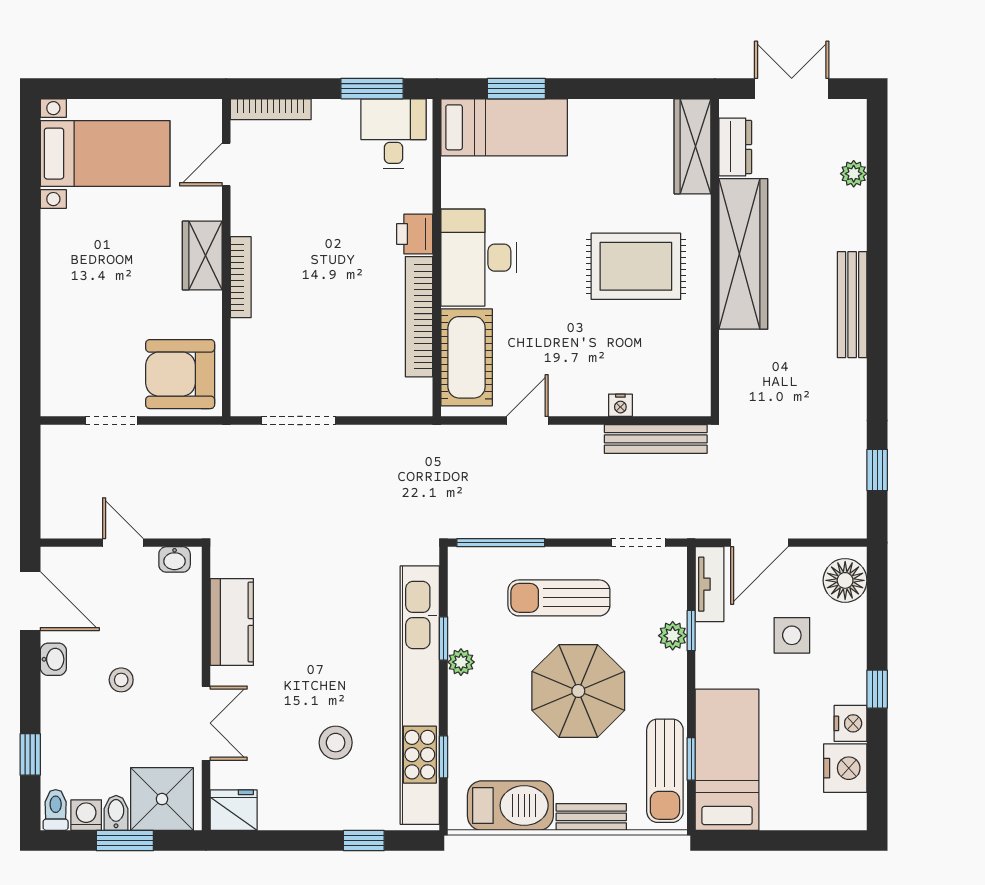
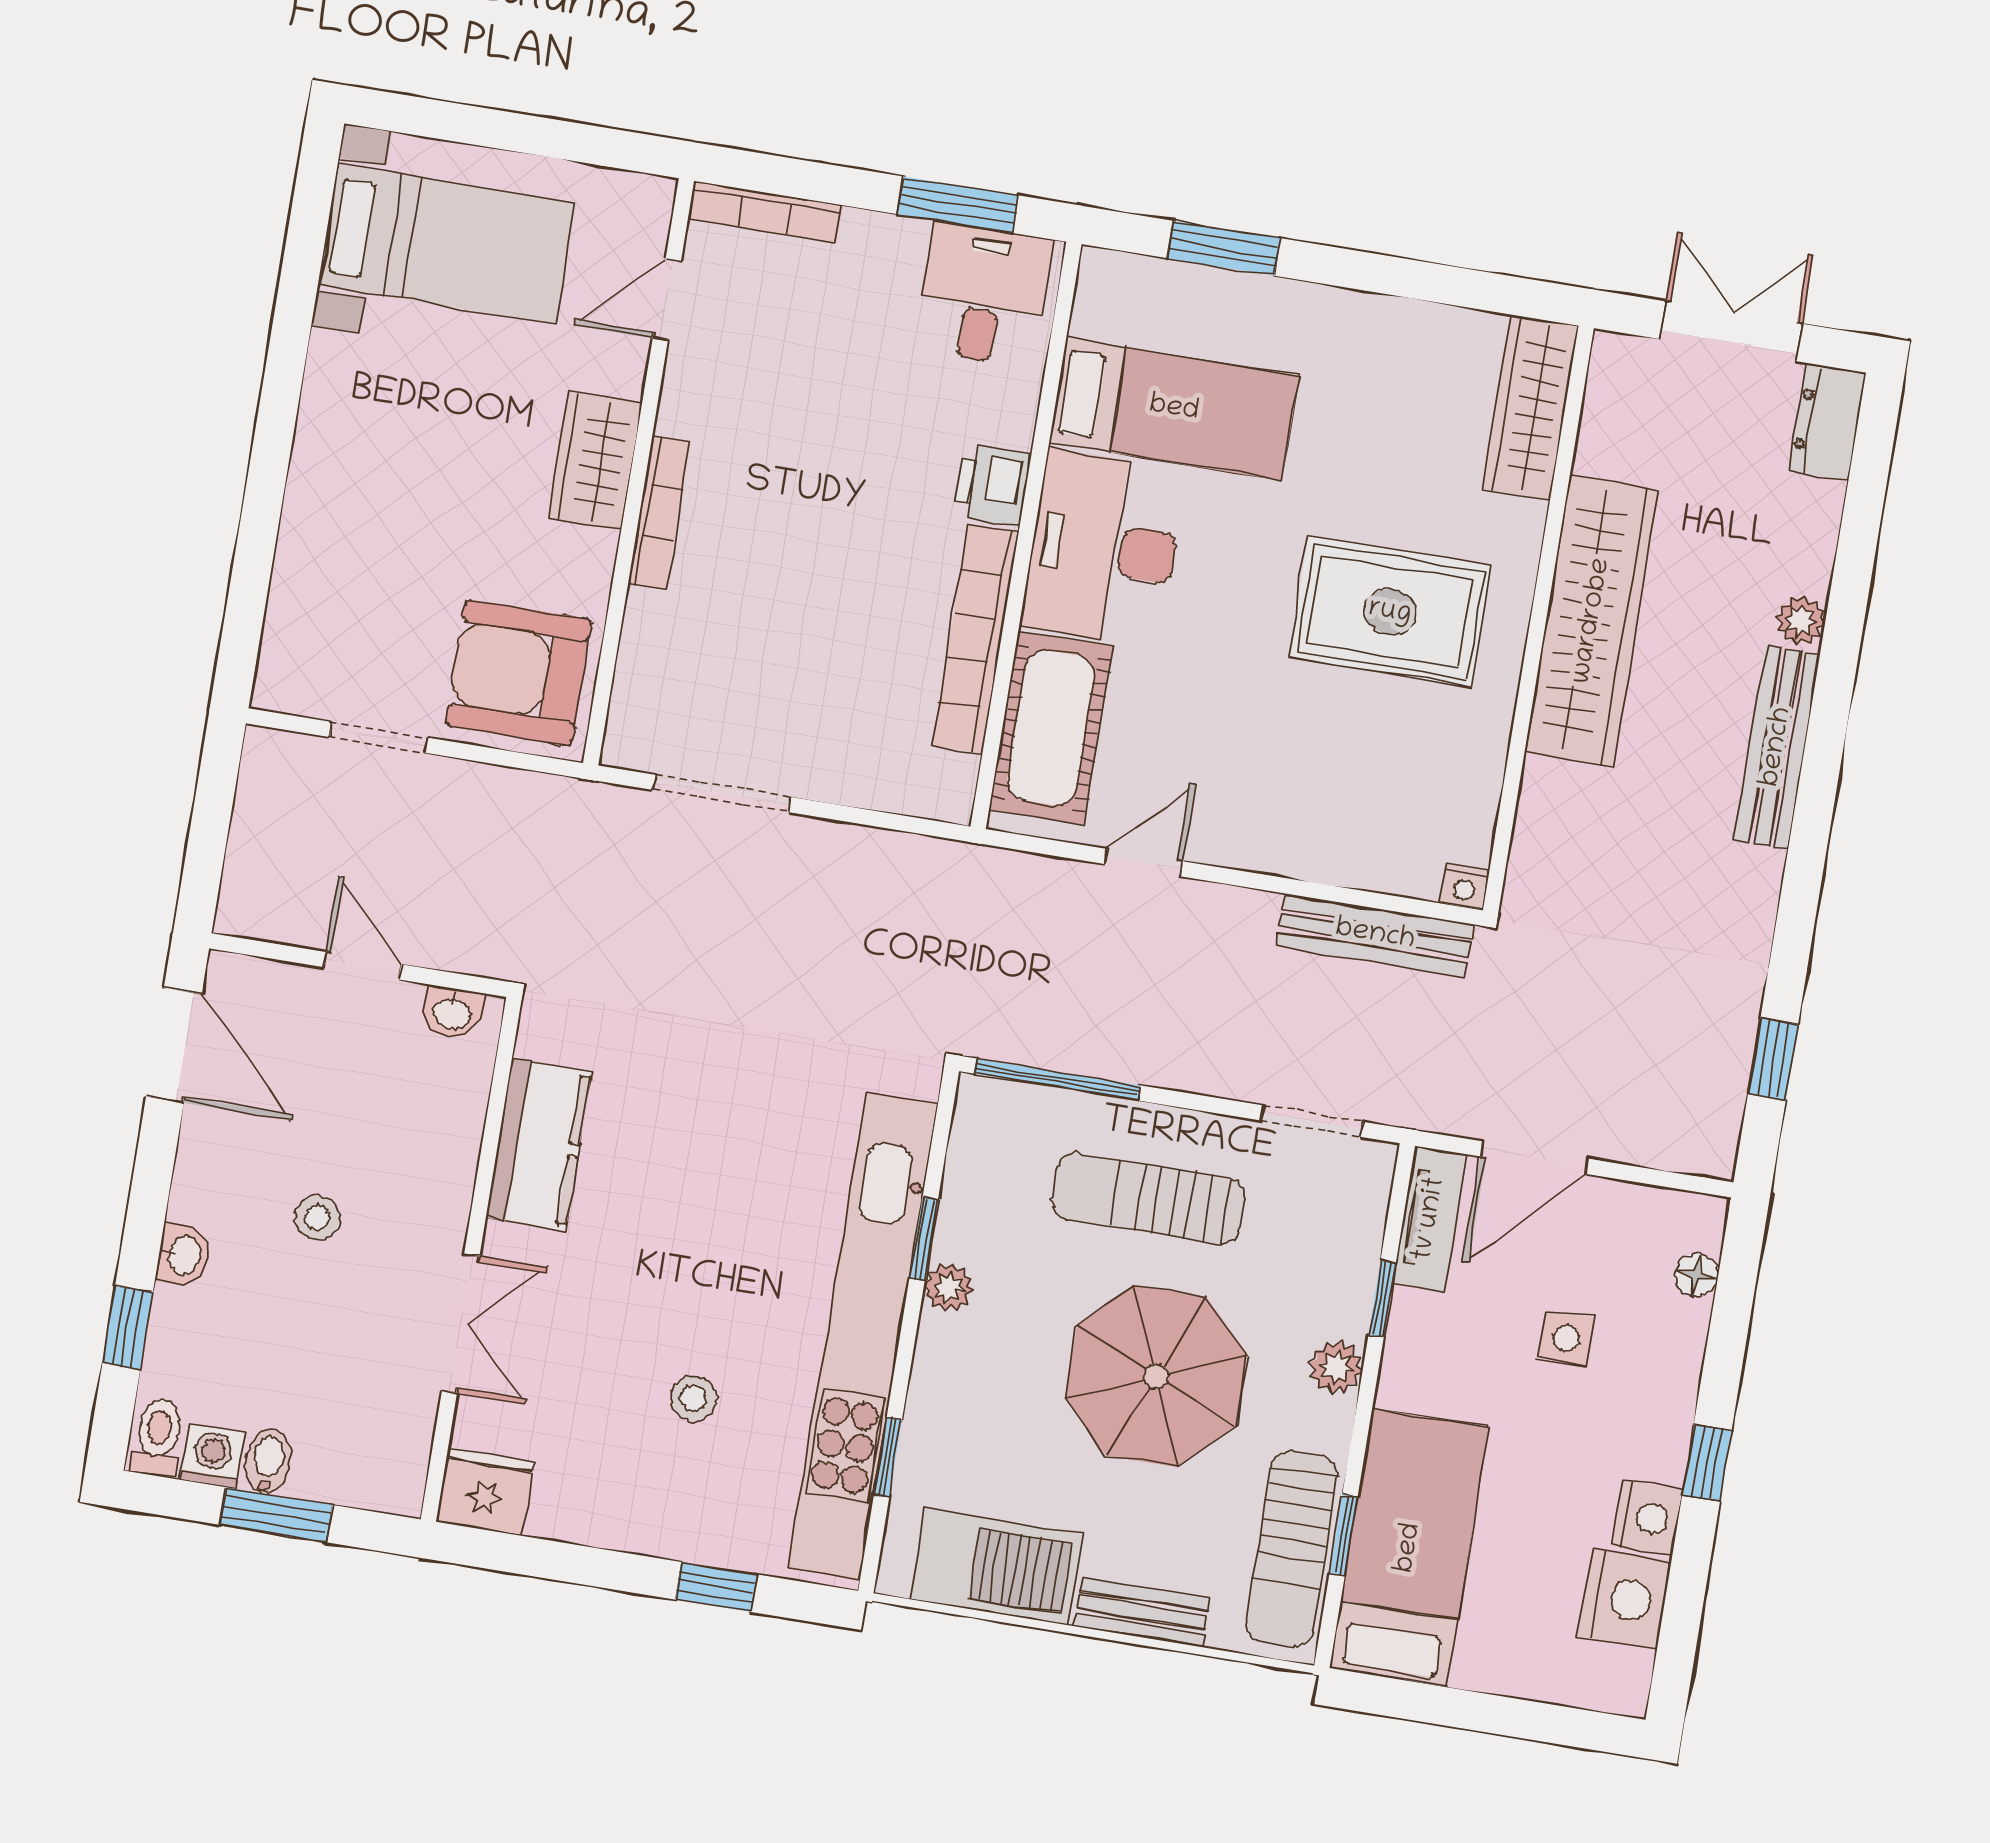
bed: (504, 127) -> (1174, 409), moved
dresser: (735, 147) -> (1827, 423), moved, turned 180
plant: (854, 174) -> (1800, 621), moved
nightstand: (620, 405) -> (1465, 886), moved
floor lamp: (845, 580) -> (1697, 1275), width x0.53, depth x0.53
side table: (792, 635) -> (1566, 1338), width x0.73, depth x0.73
plant: (673, 636) -> (1336, 1367), moved
washbasin: (53, 659) -> (183, 1255), moved
stool: (336, 743) -> (694, 1398), width x0.73, depth x0.73
shower: (162, 799) -> (357, 1450), removed

